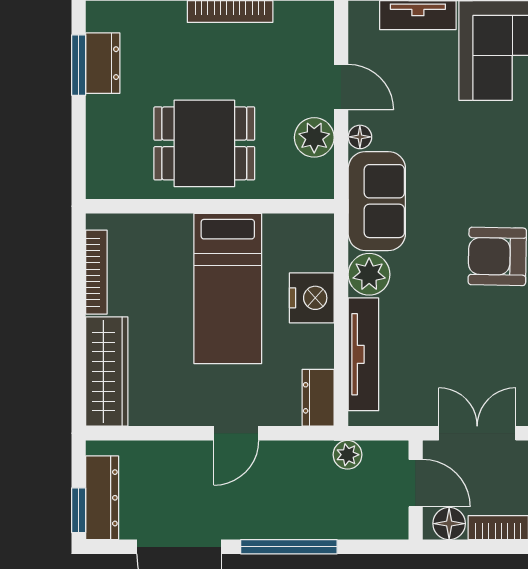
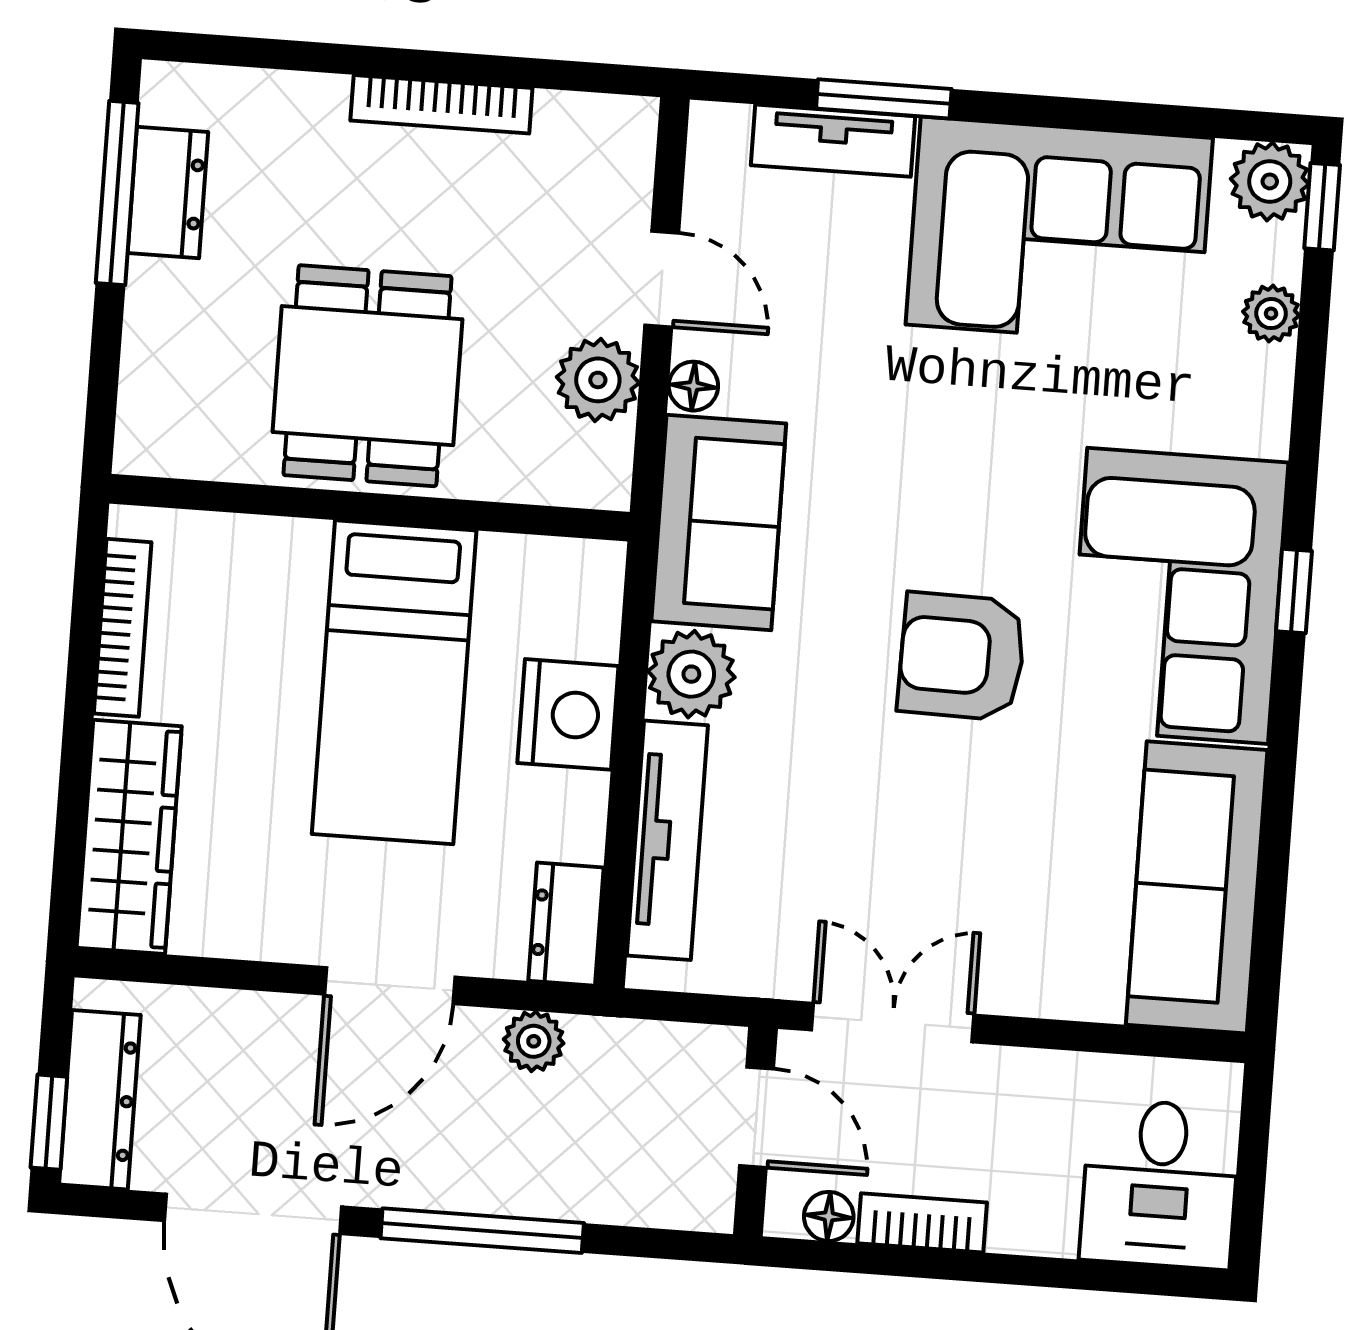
window: (79, 65) -> (117, 193), width x1.44
dining table: (204, 143) -> (367, 376), turned 90
door: (236, 433) -> (390, 986), width x1.38
plant: (348, 455) -> (534, 1041), moved
floor lamp: (449, 524) -> (829, 1216), width x0.73, depth x0.73

